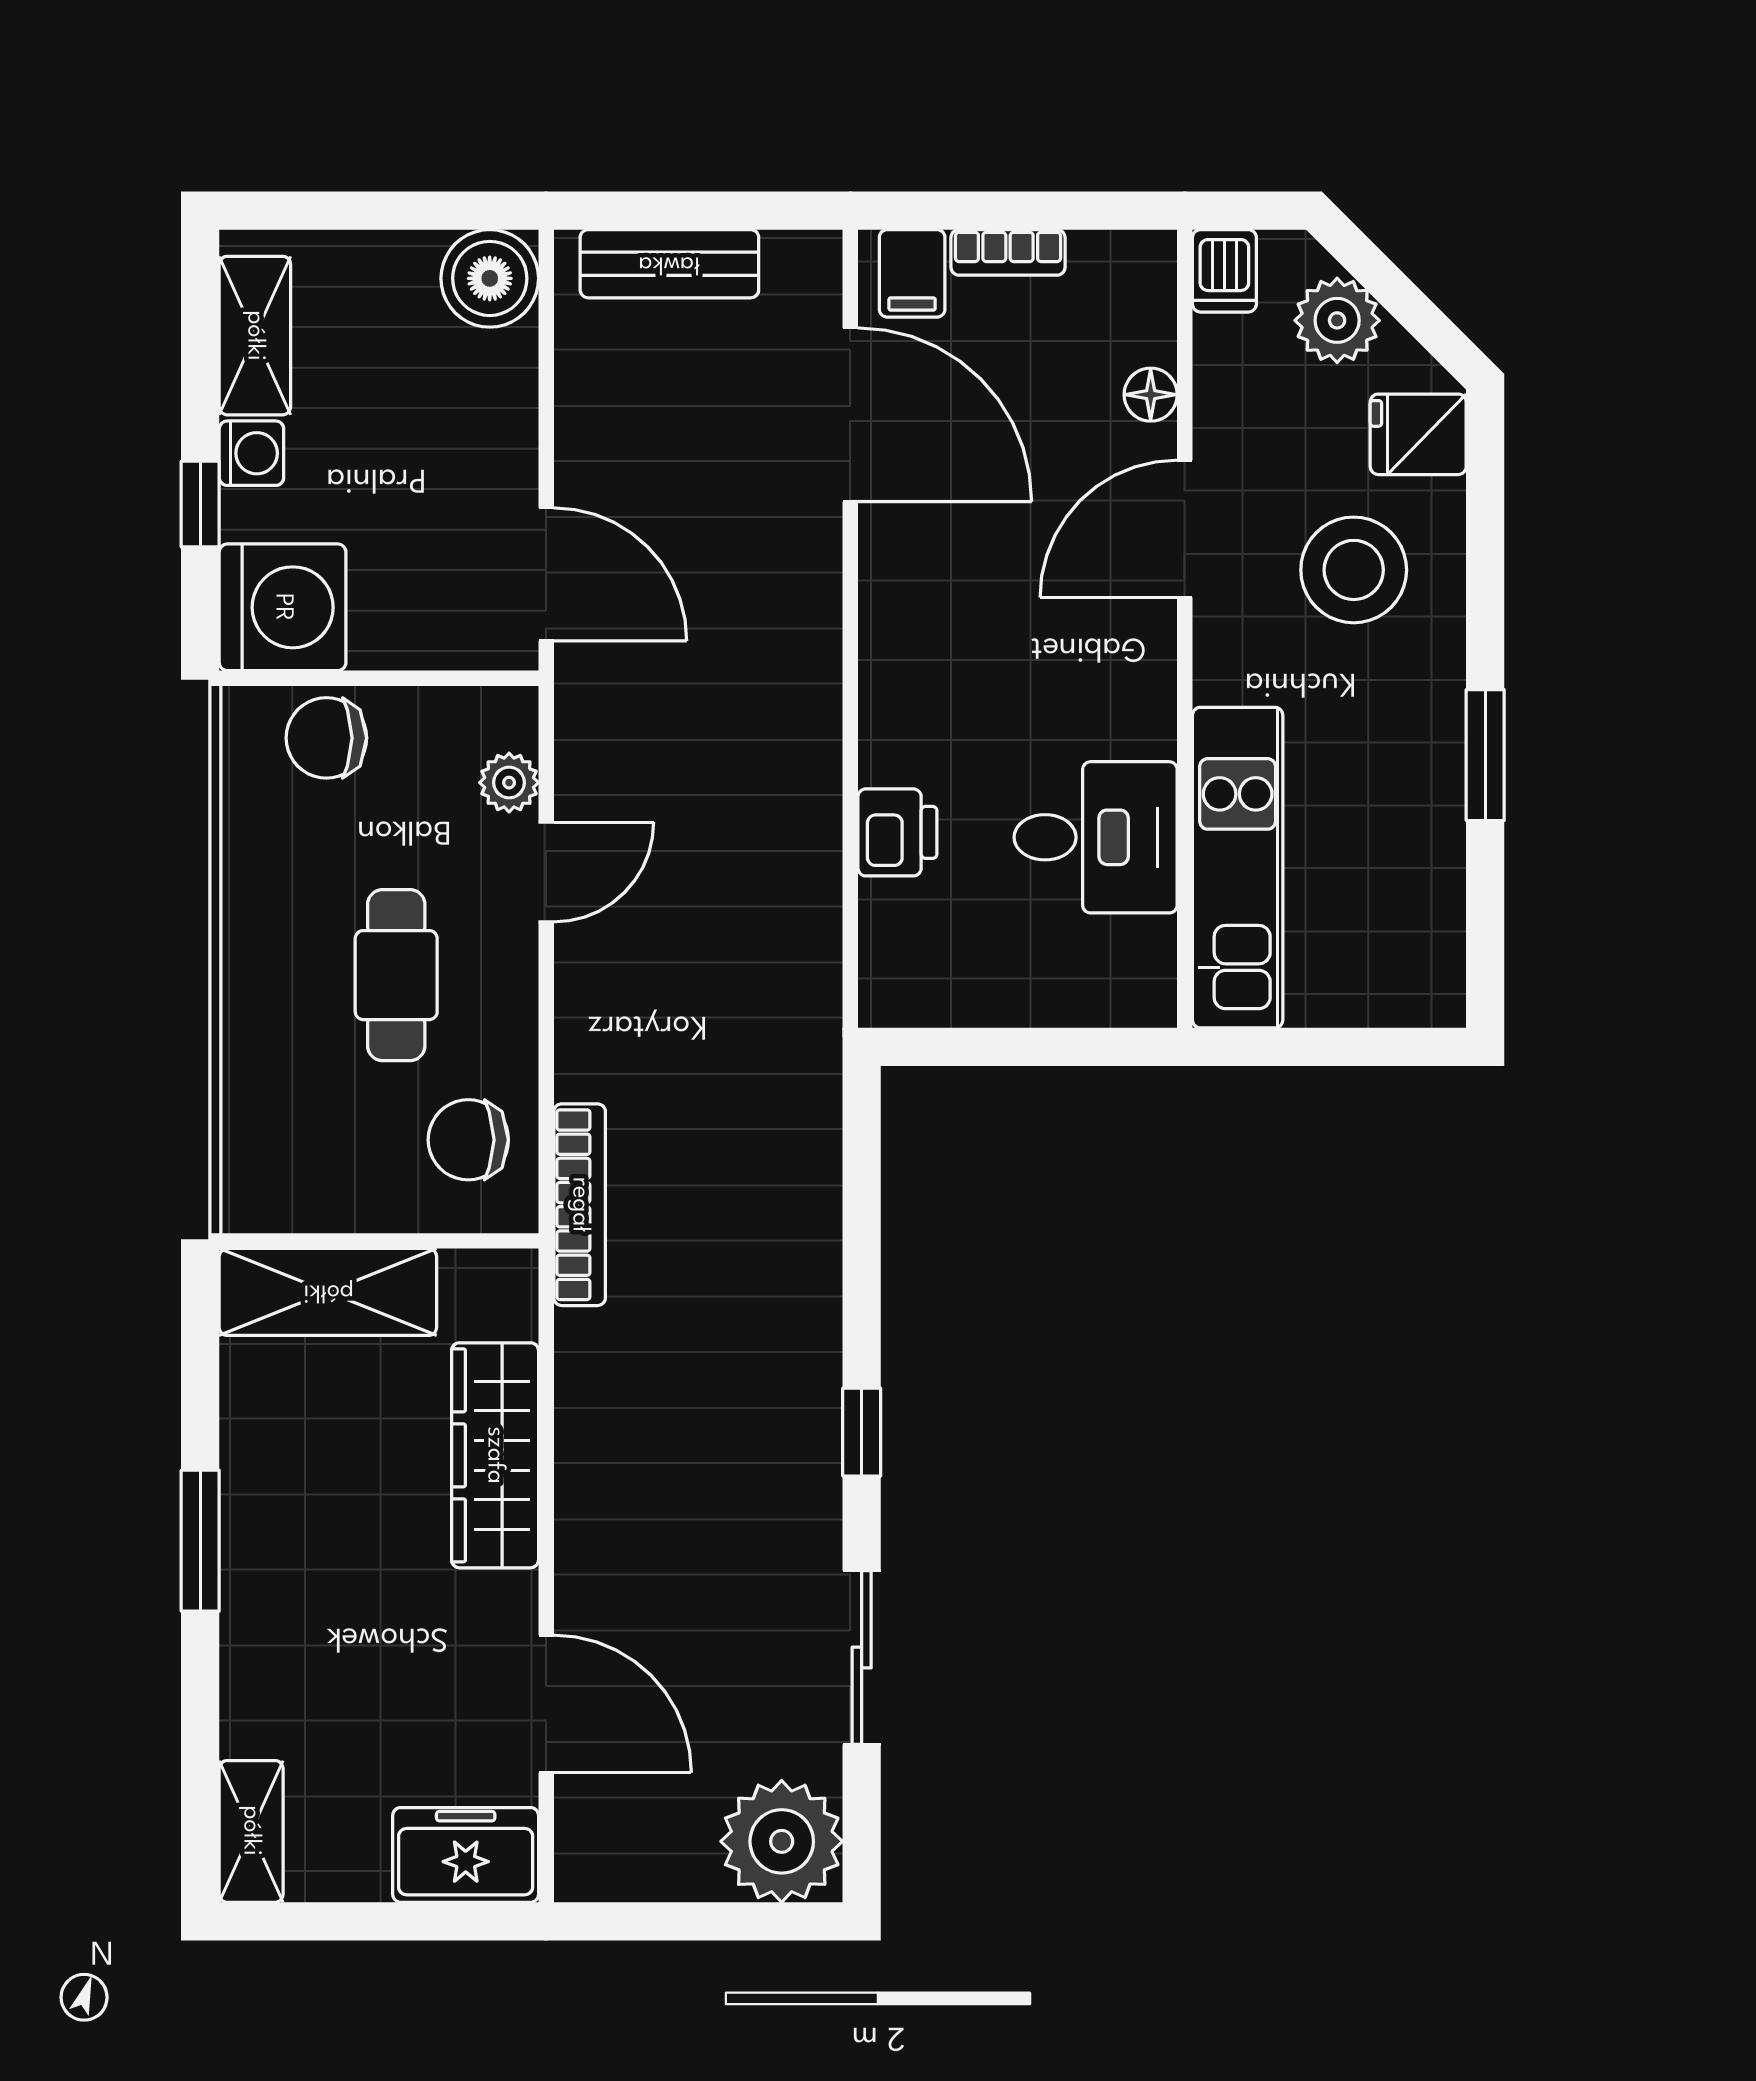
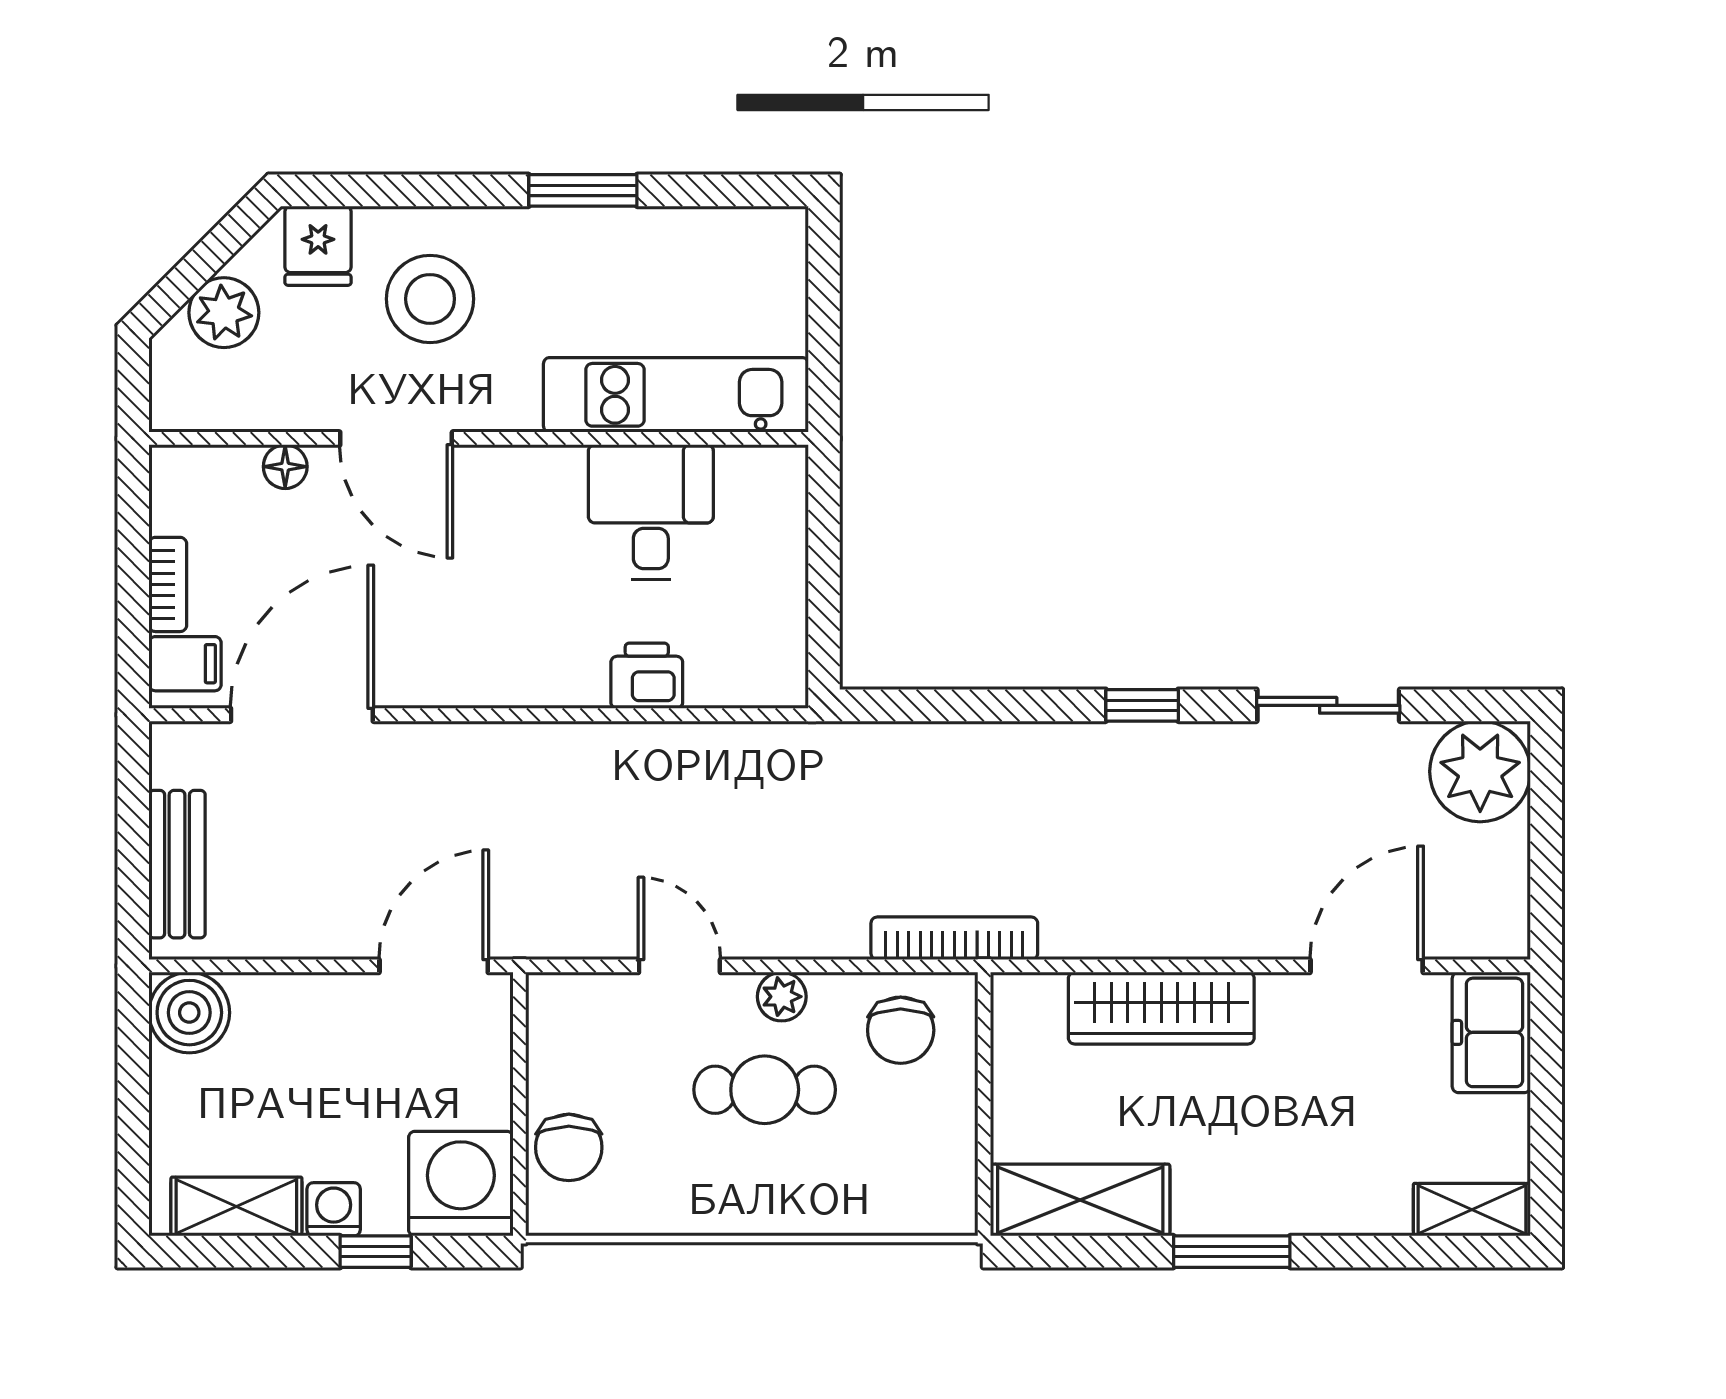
dishwasher: (1224, 271) -> (183, 406), removed
plant: (509, 783) -> (782, 997), moved
shelving: (328, 1292) -> (1080, 1200), moved, turned 90

